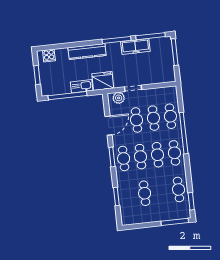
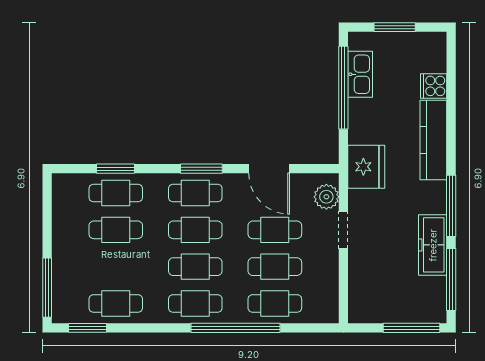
cooker: (49, 56) -> (434, 86), moved
kitchen sink: (82, 86) -> (360, 74), moved
cafe table: (128, 195) -> (116, 193), added

